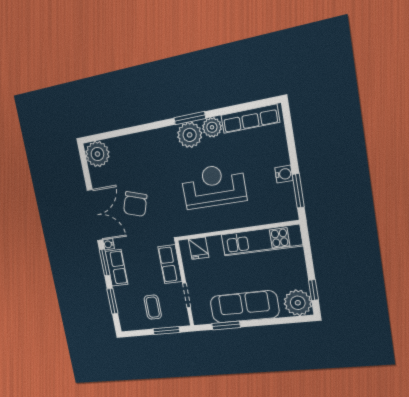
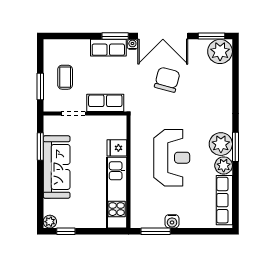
chair: (135, 204) -> (167, 80), turned 87
fridge: (199, 248) -> (117, 148), moved
window: (112, 301) -> (212, 36), moved
plant: (298, 303) -> (50, 222), width x0.53, depth x0.53
coffee table: (153, 307) -> (65, 77), turned 90

